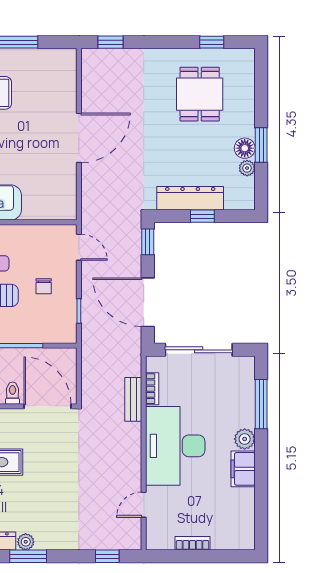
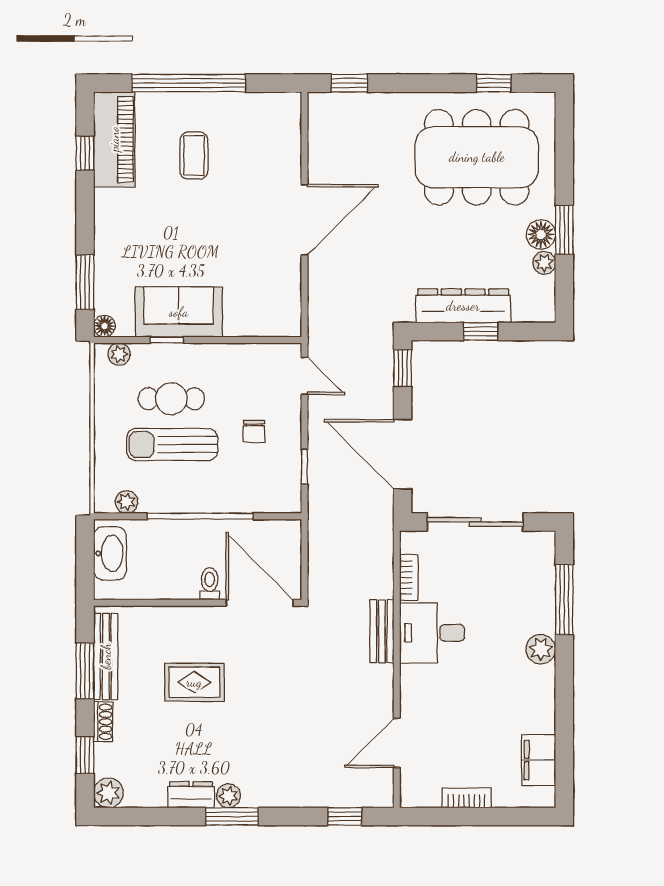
dining table: (200, 94) -> (477, 157), width x1.88, depth x1.24
bench: (133, 399) -> (382, 631), moved
desk: (175, 446) -> (432, 633), width x0.53, depth x0.77
filing cabinet: (243, 469) -> (539, 760), moved
door: (144, 505) -> (397, 743), width x1.38

